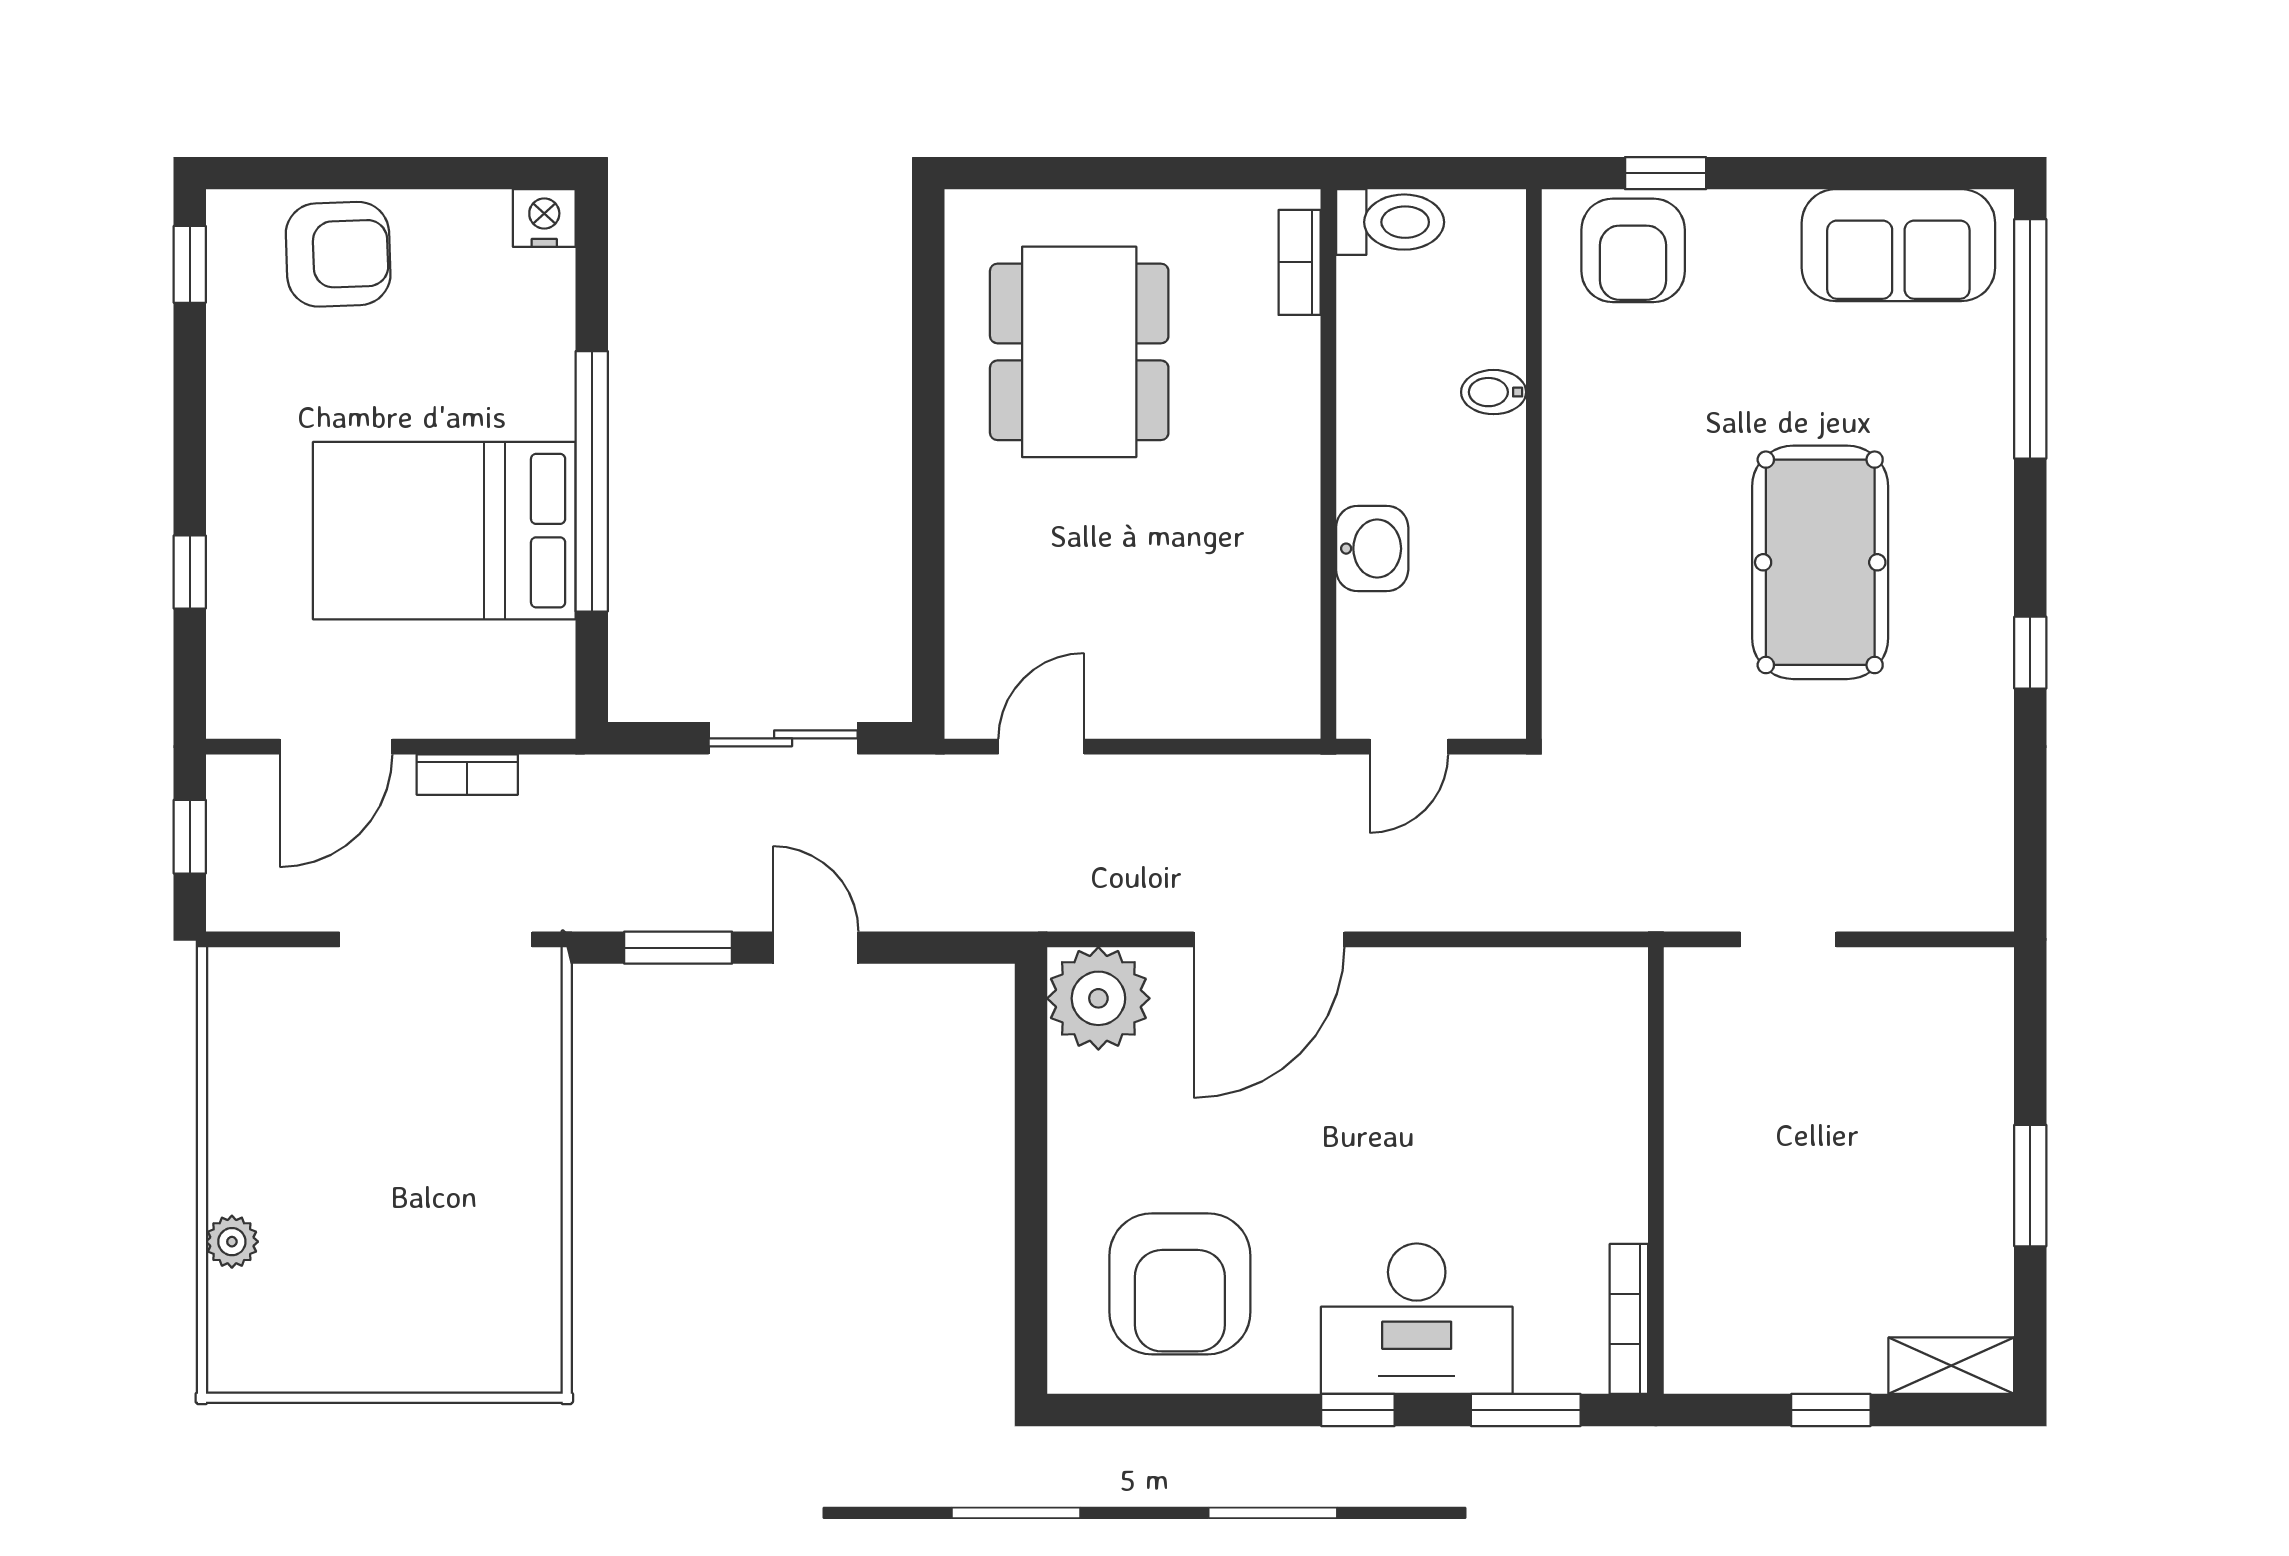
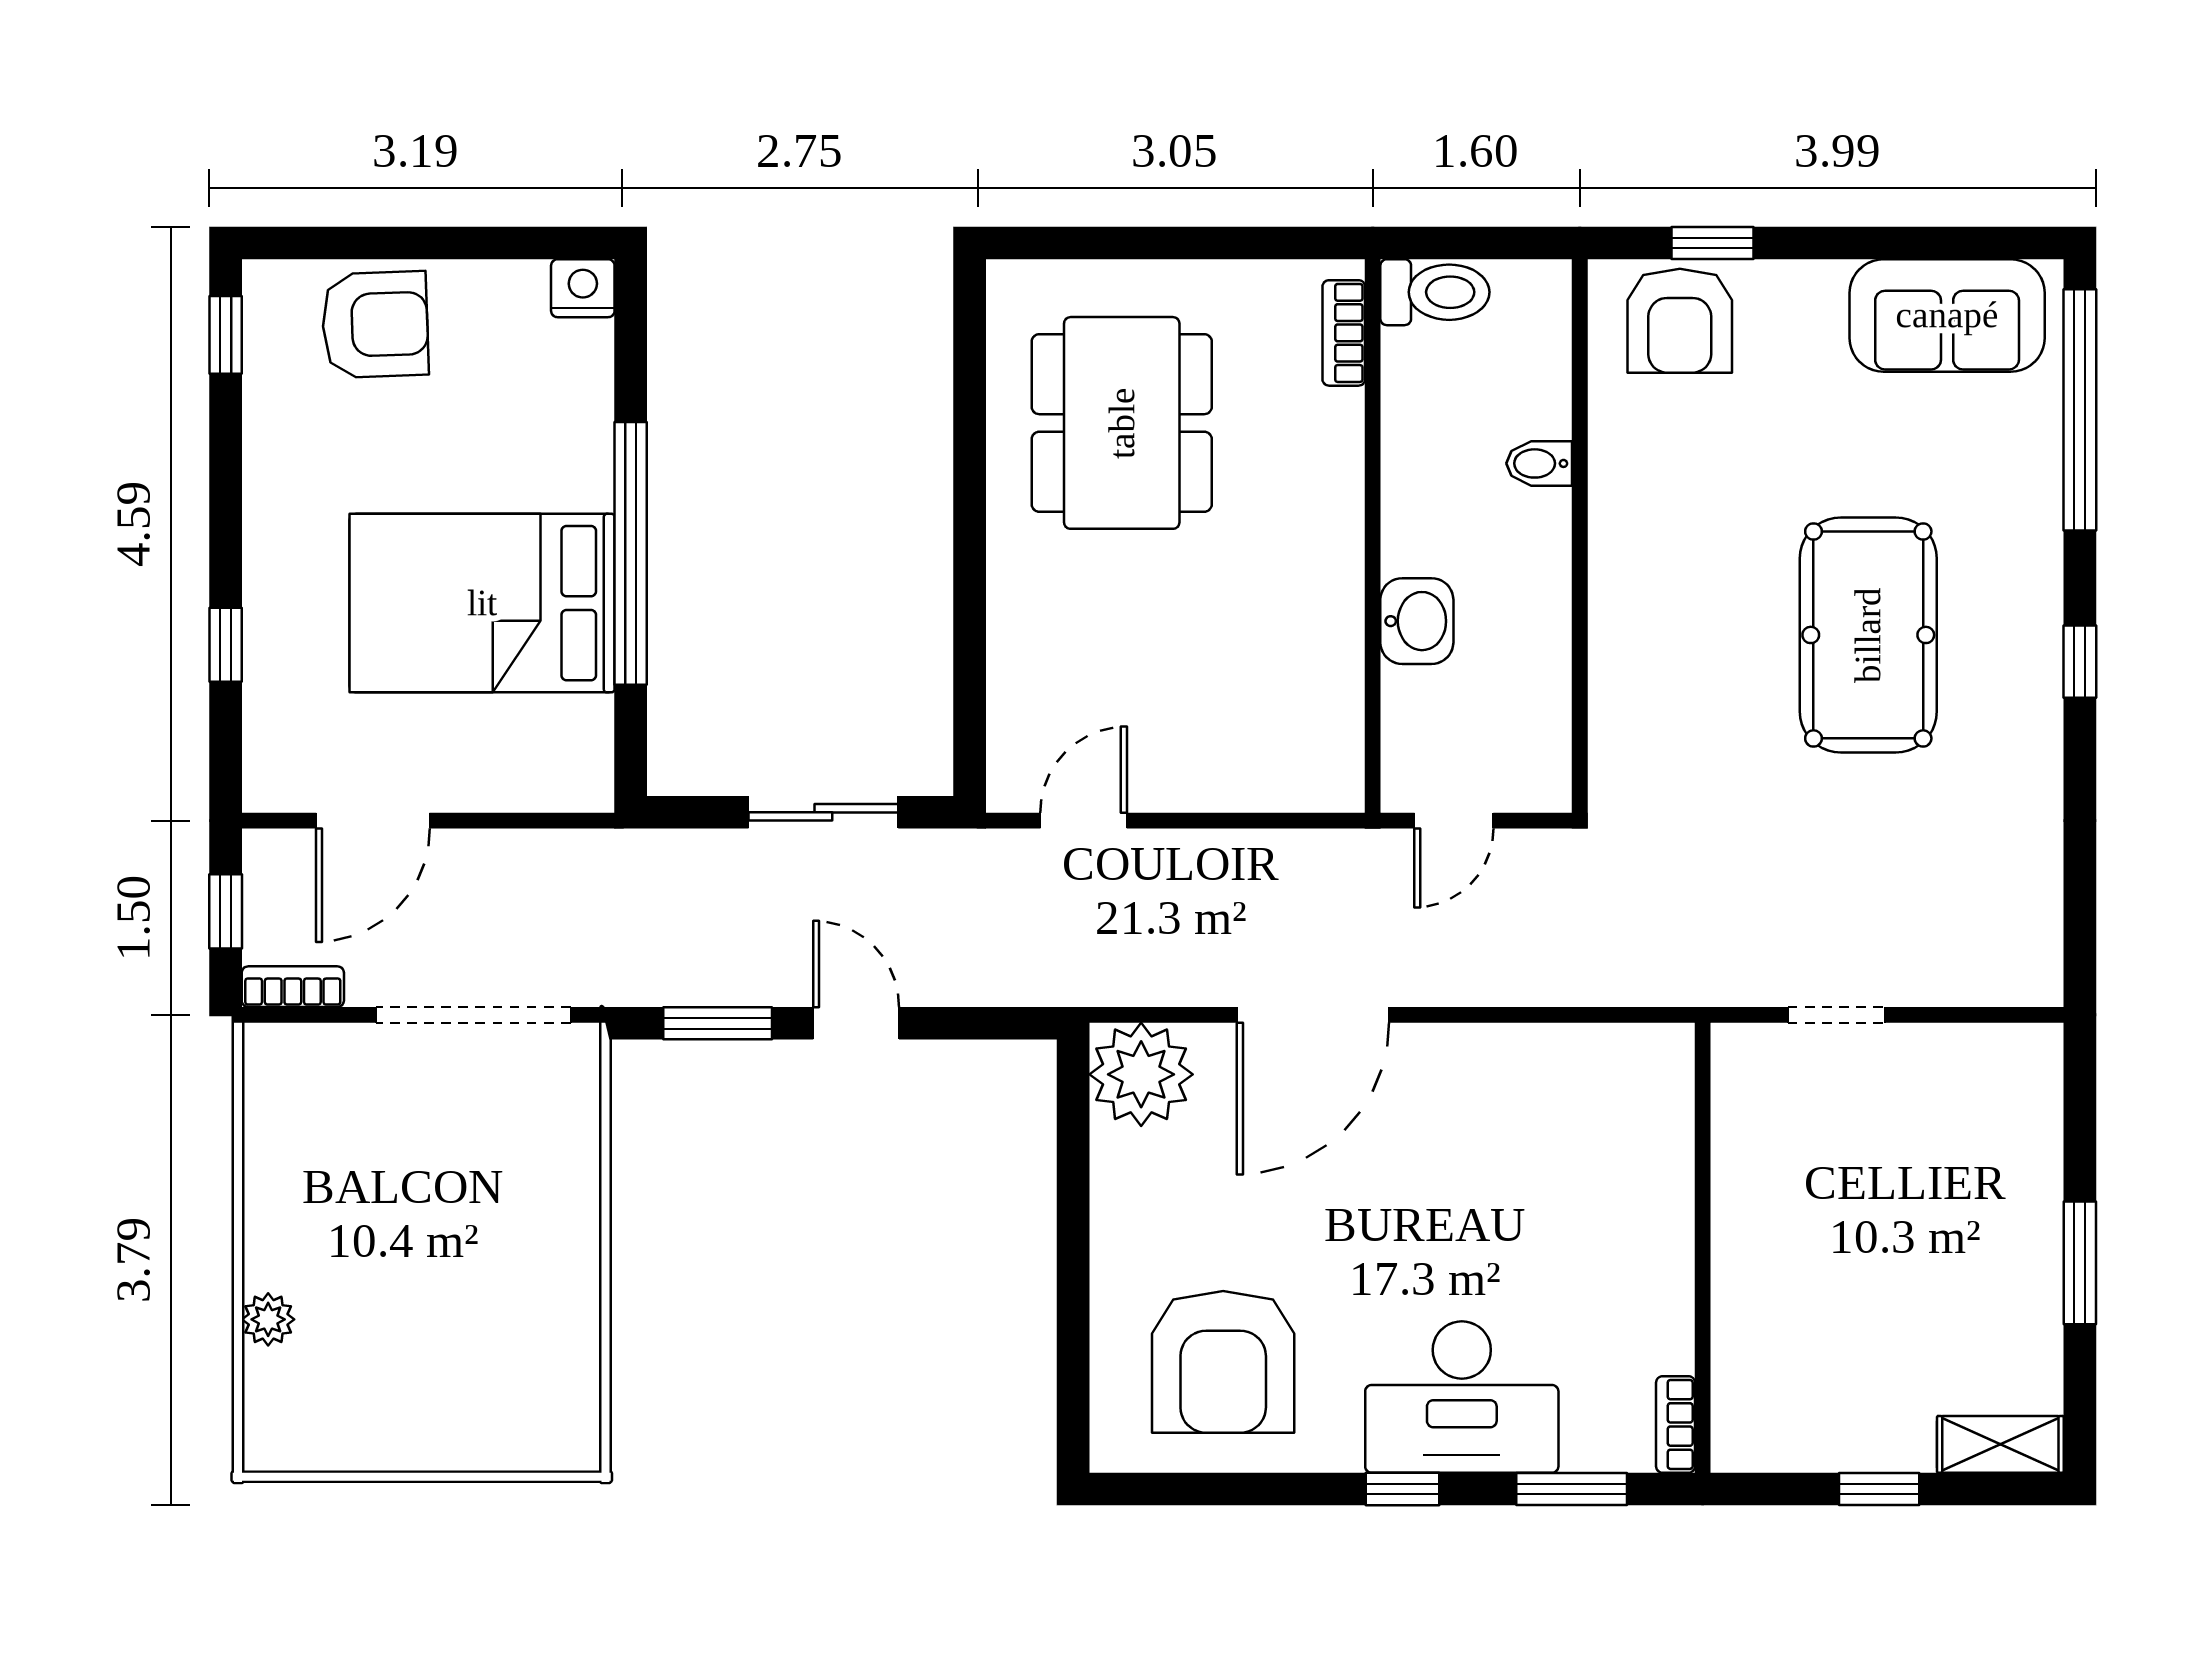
window: (2030, 653) -> (2080, 662), moved
bookcase: (467, 775) -> (293, 987), moved, turned 180
bookcase: (1629, 1319) -> (1676, 1424), width x0.64

